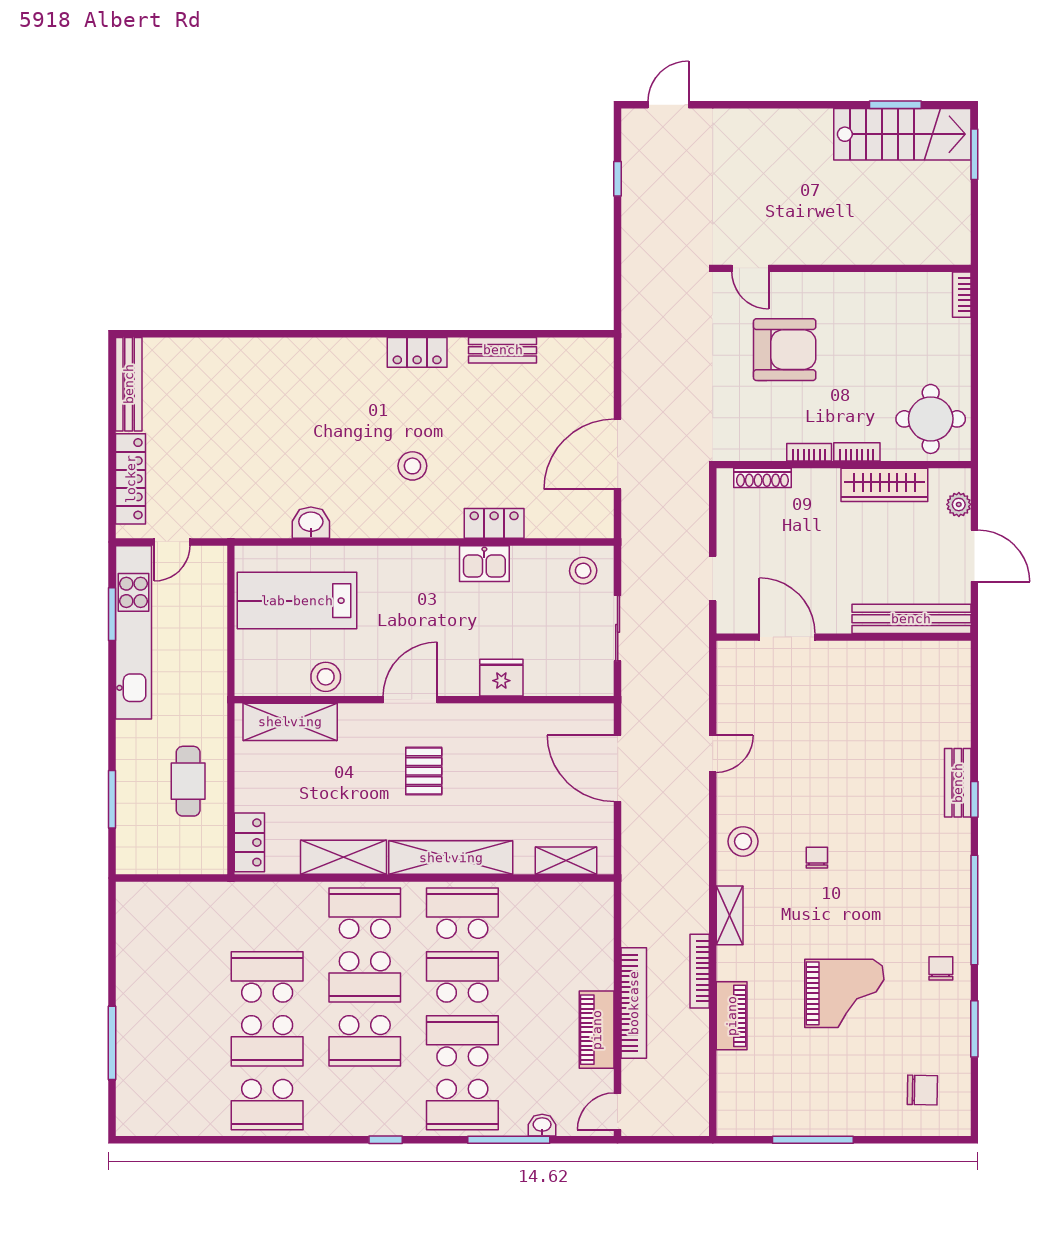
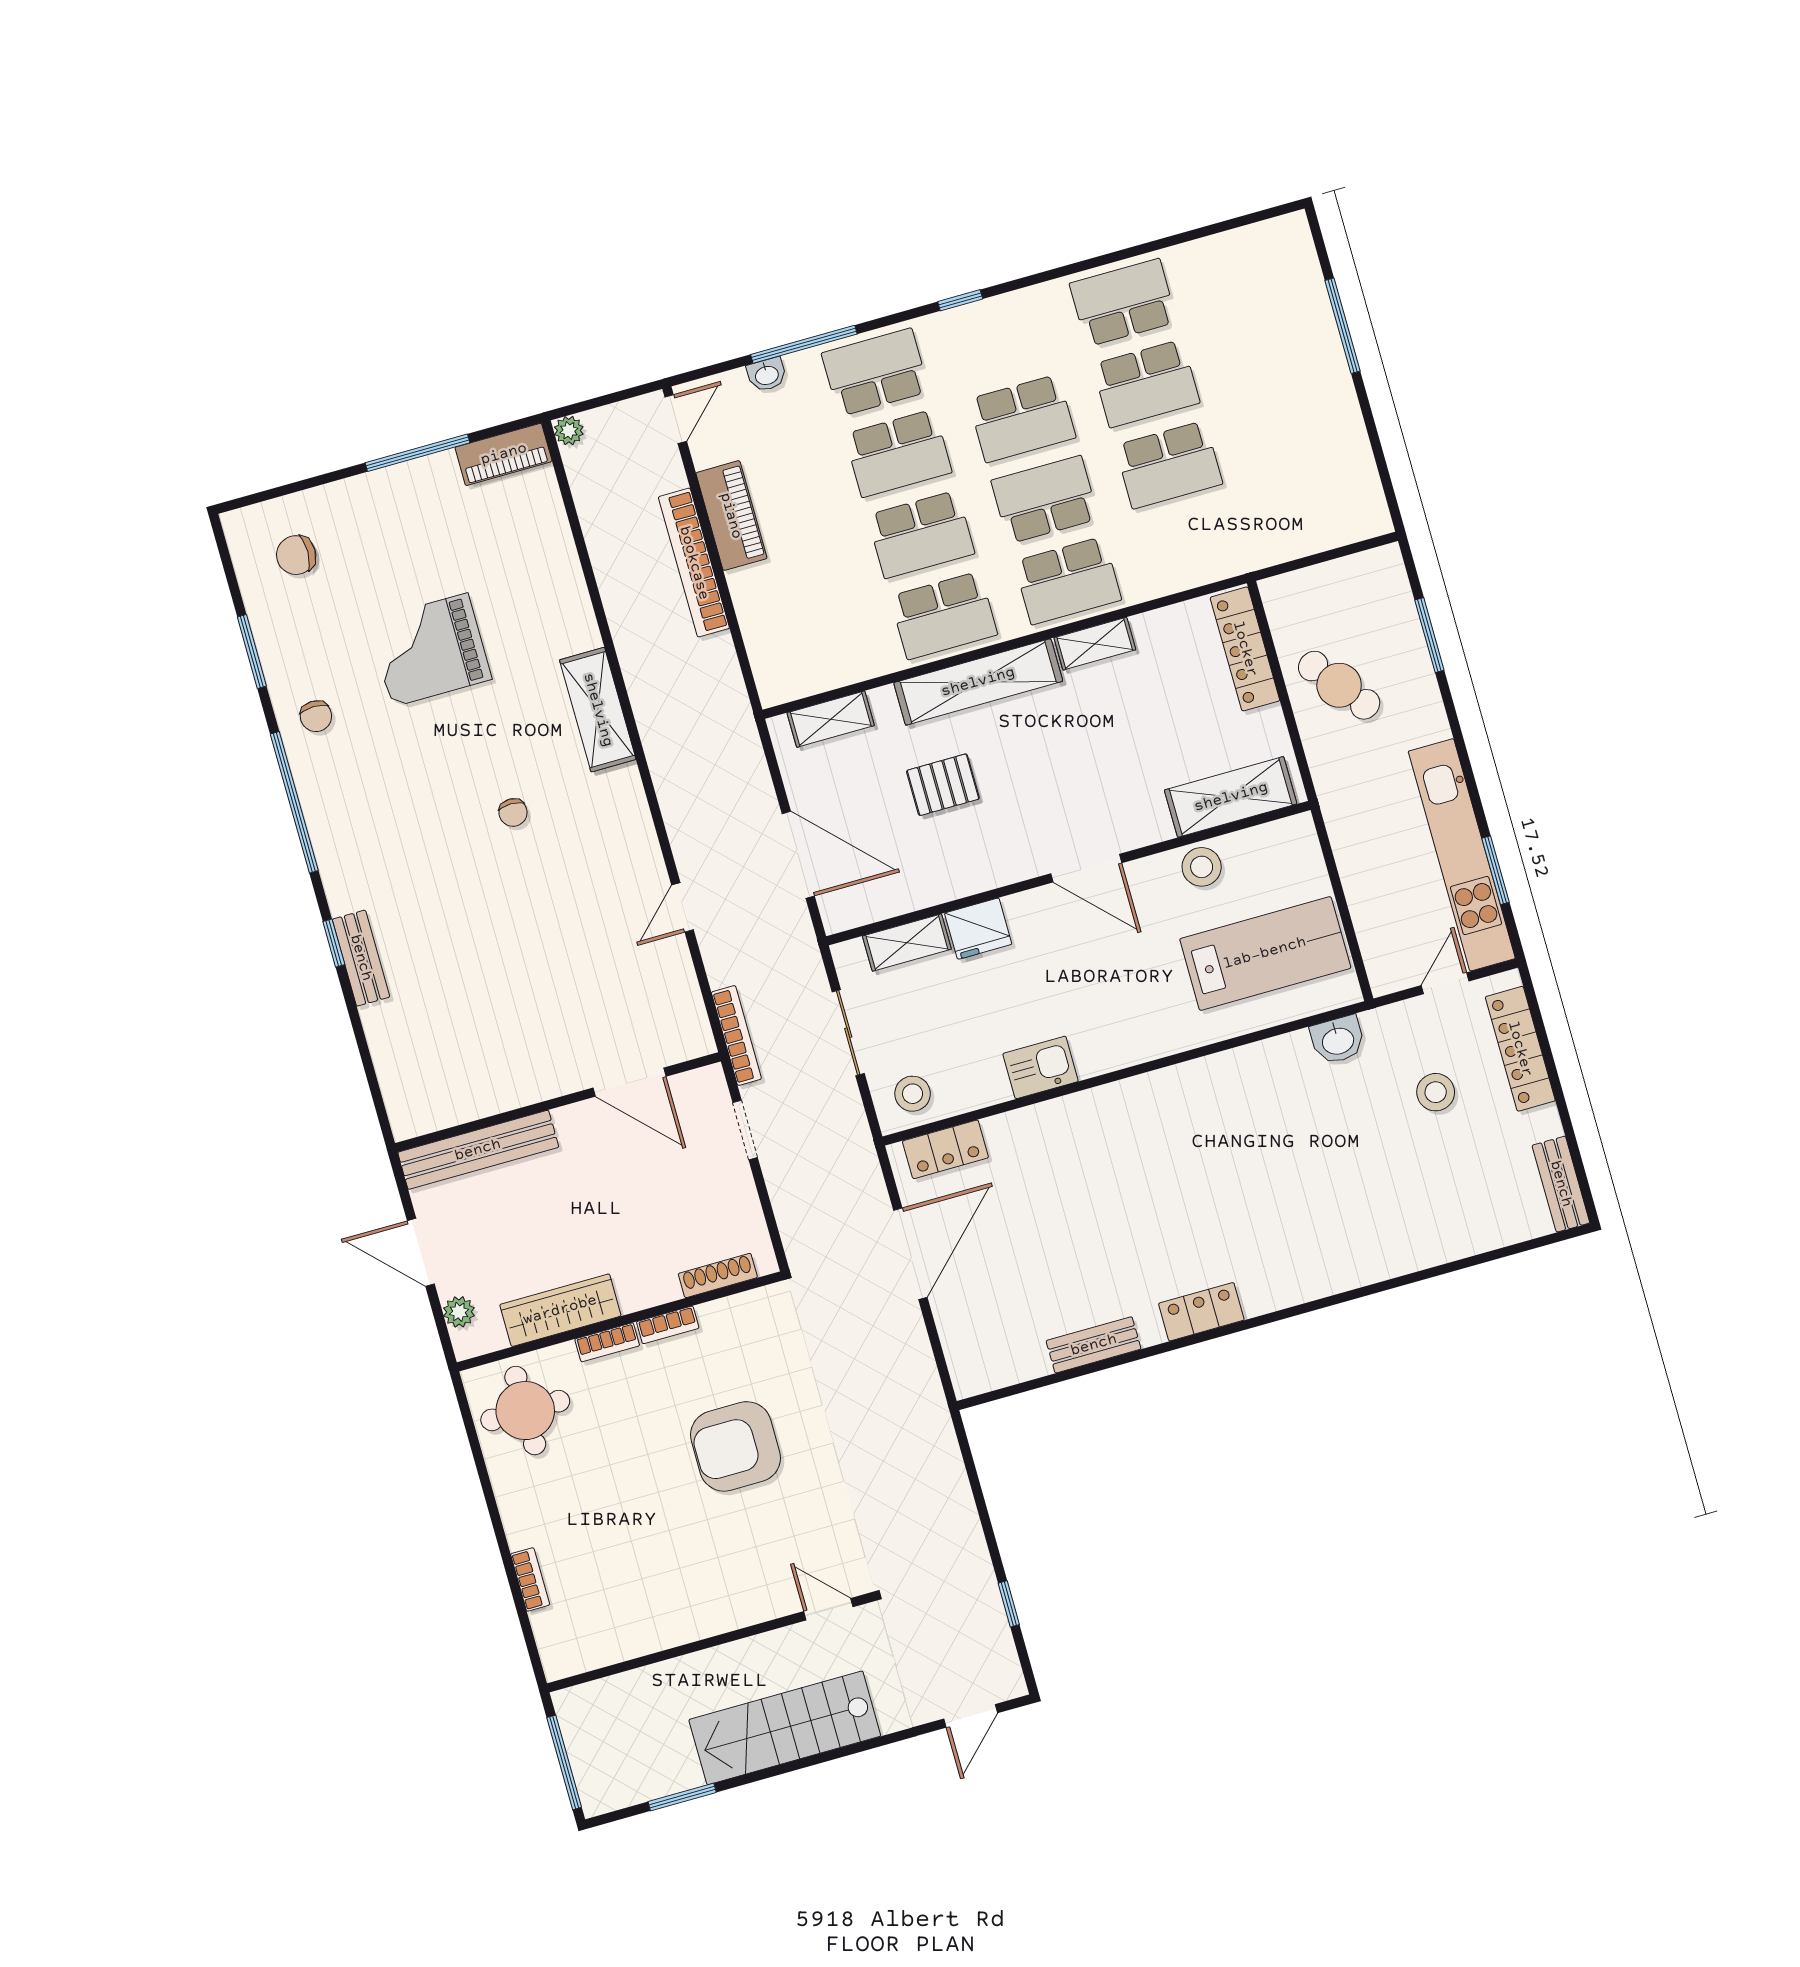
stairs: (902, 134) -> (785, 1728), moved
window: (974, 154) -> (564, 1762), width x1.44
door: (750, 268) -> (828, 1609), moved
wall: (844, 268) -> (710, 1642), moved
bench: (129, 384) -> (1561, 1184), width x0.73
stool: (412, 466) -> (1436, 1092), moved
washbasin: (311, 523) -> (1338, 1040), moved
locker: (494, 523) -> (945, 1149), moved
shelving: (556, 682) -> (907, 943), added
door: (410, 700) -> (1086, 868), hinge flipped
pallet: (424, 771) -> (943, 785), moved, turned 90
cafe table: (188, 781) -> (1339, 685), turned -38
stool: (743, 841) -> (613, 807), removed
locker: (249, 842) -> (1245, 649), width x1.53
shelving: (344, 857) -> (1095, 644), width x0.67, depth x0.75
shelving: (730, 915) -> (598, 710), width x1.50, depth x1.33
bookcase: (700, 971) -> (736, 1035), moved
piano: (732, 1016) -> (504, 454), moved, turned -90
school desk: (267, 1041) -> (1146, 384), turned 180
school desk: (365, 1041) -> (1022, 418), turned 180
plant: (698, 1125) -> (569, 431), added

